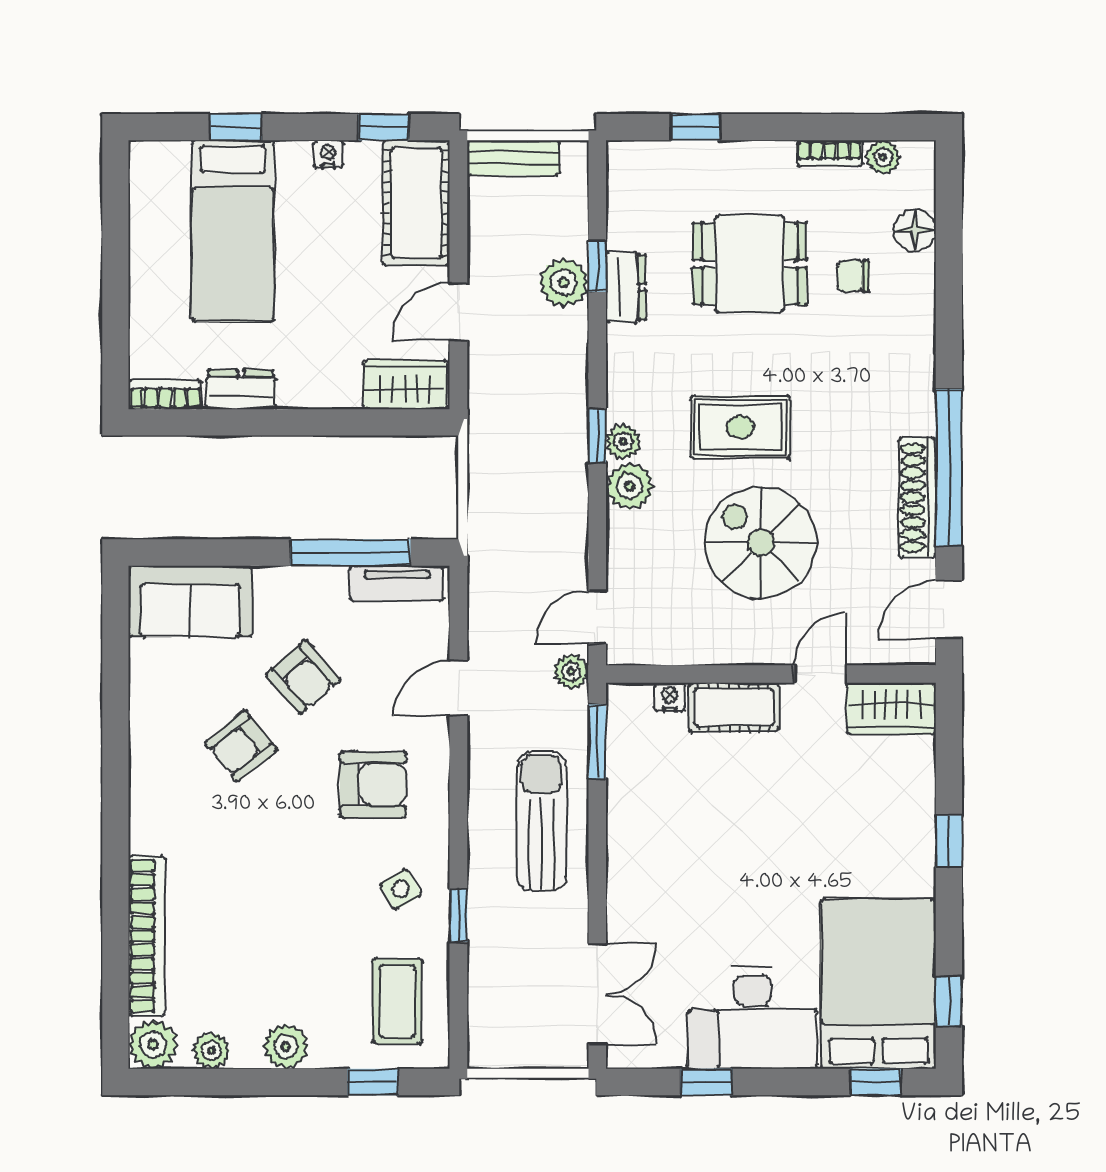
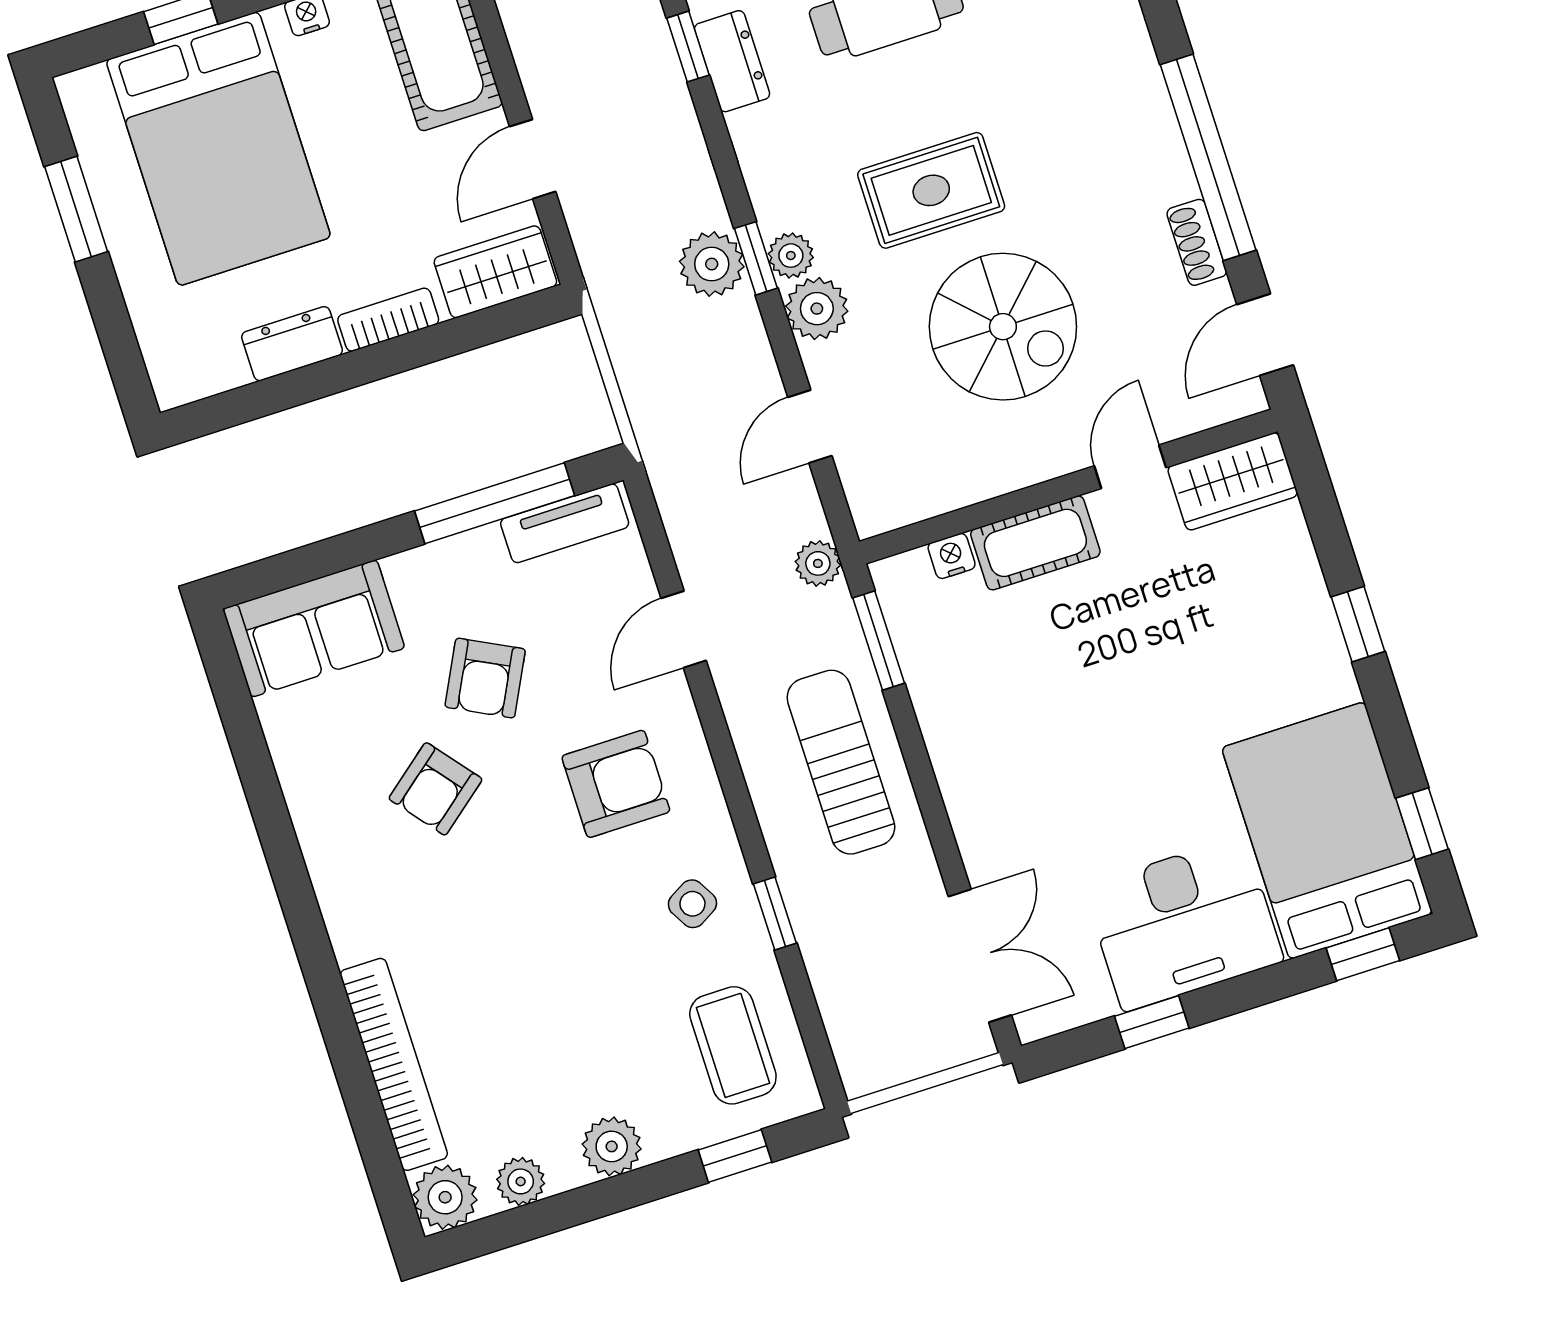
bed: (233, 231) -> (218, 149), width x1.50
window: (115, 242) -> (76, 209), added
plant: (564, 282) -> (712, 264), moved
bookcase: (165, 395) -> (388, 320), moved
shoe rack: (917, 498) -> (1197, 242), width x0.51, depth x0.81
spiral stairs: (761, 543) -> (1003, 327), turned 180
door: (597, 617) -> (810, 426), moved
armchair: (303, 677) -> (485, 678), turned 68

